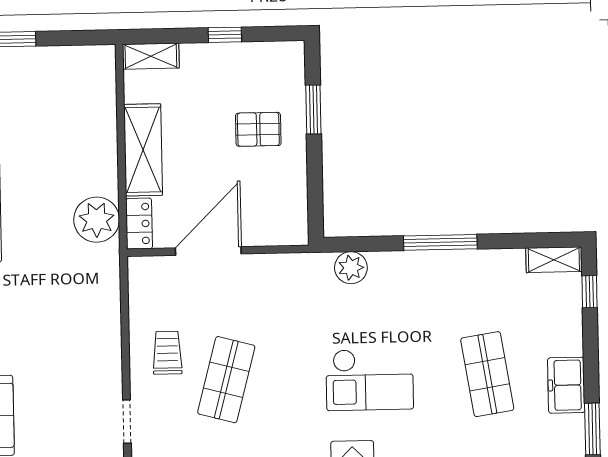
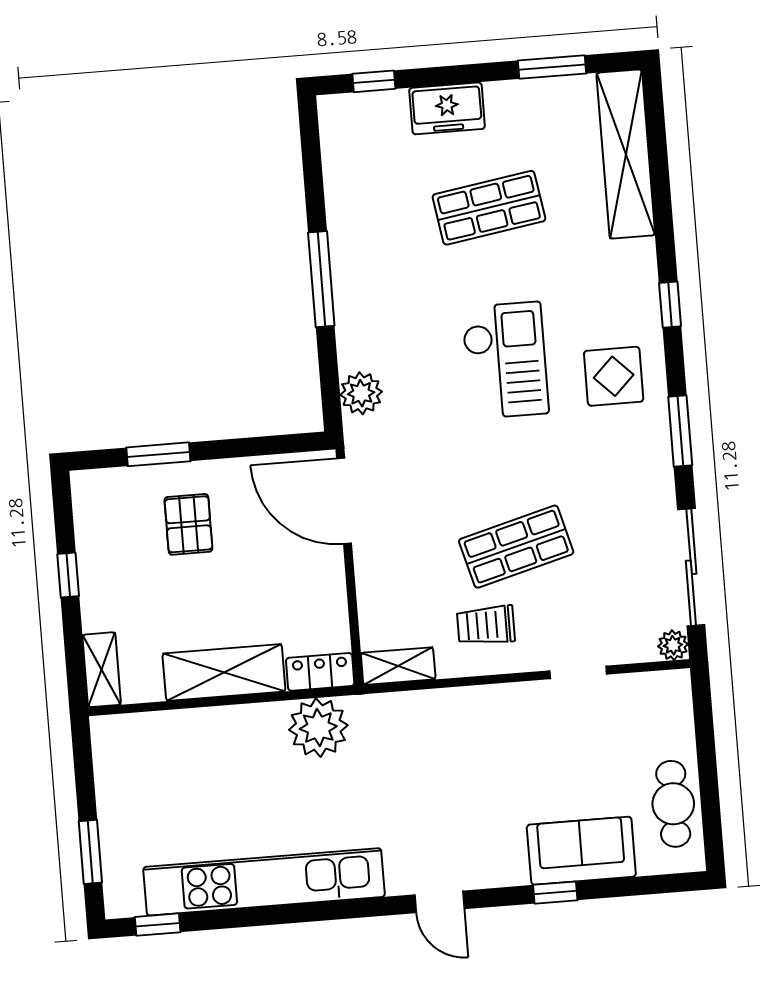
door: (208, 251) -> (344, 501), moved
shelving: (554, 260) -> (398, 666), moved, turned 90
shop shelf: (226, 380) -> (516, 547), turned -30
freezer: (566, 385) -> (447, 108), moved

